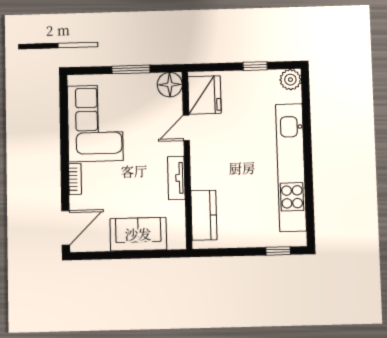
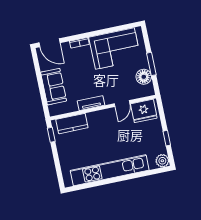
floor lamp: (170, 85) -> (144, 77), moved
door: (186, 128) -> (122, 104), swing flipped
window: (278, 251) -> (51, 135), moved

